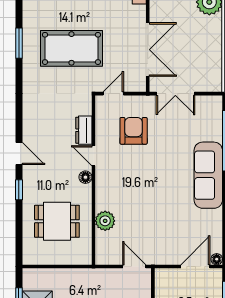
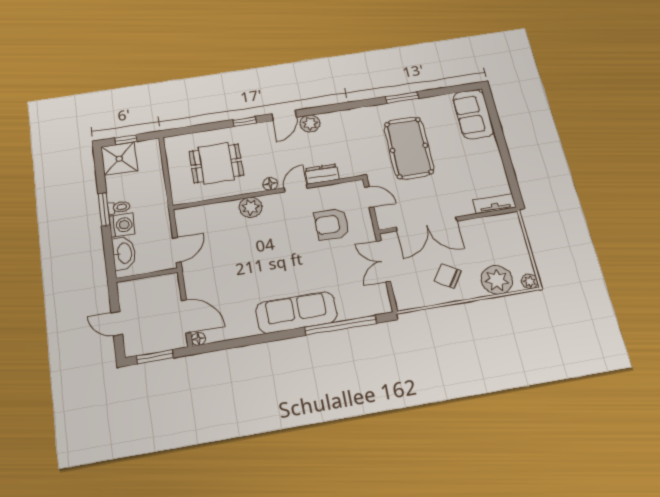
chair: (198, 42) -> (448, 276), added
armchair: (134, 131) -> (332, 224), turned 180
plant: (31, 132) -> (310, 123), added
dining table: (57, 221) -> (216, 163), turned 90
plant: (105, 221) -> (251, 207), moved

